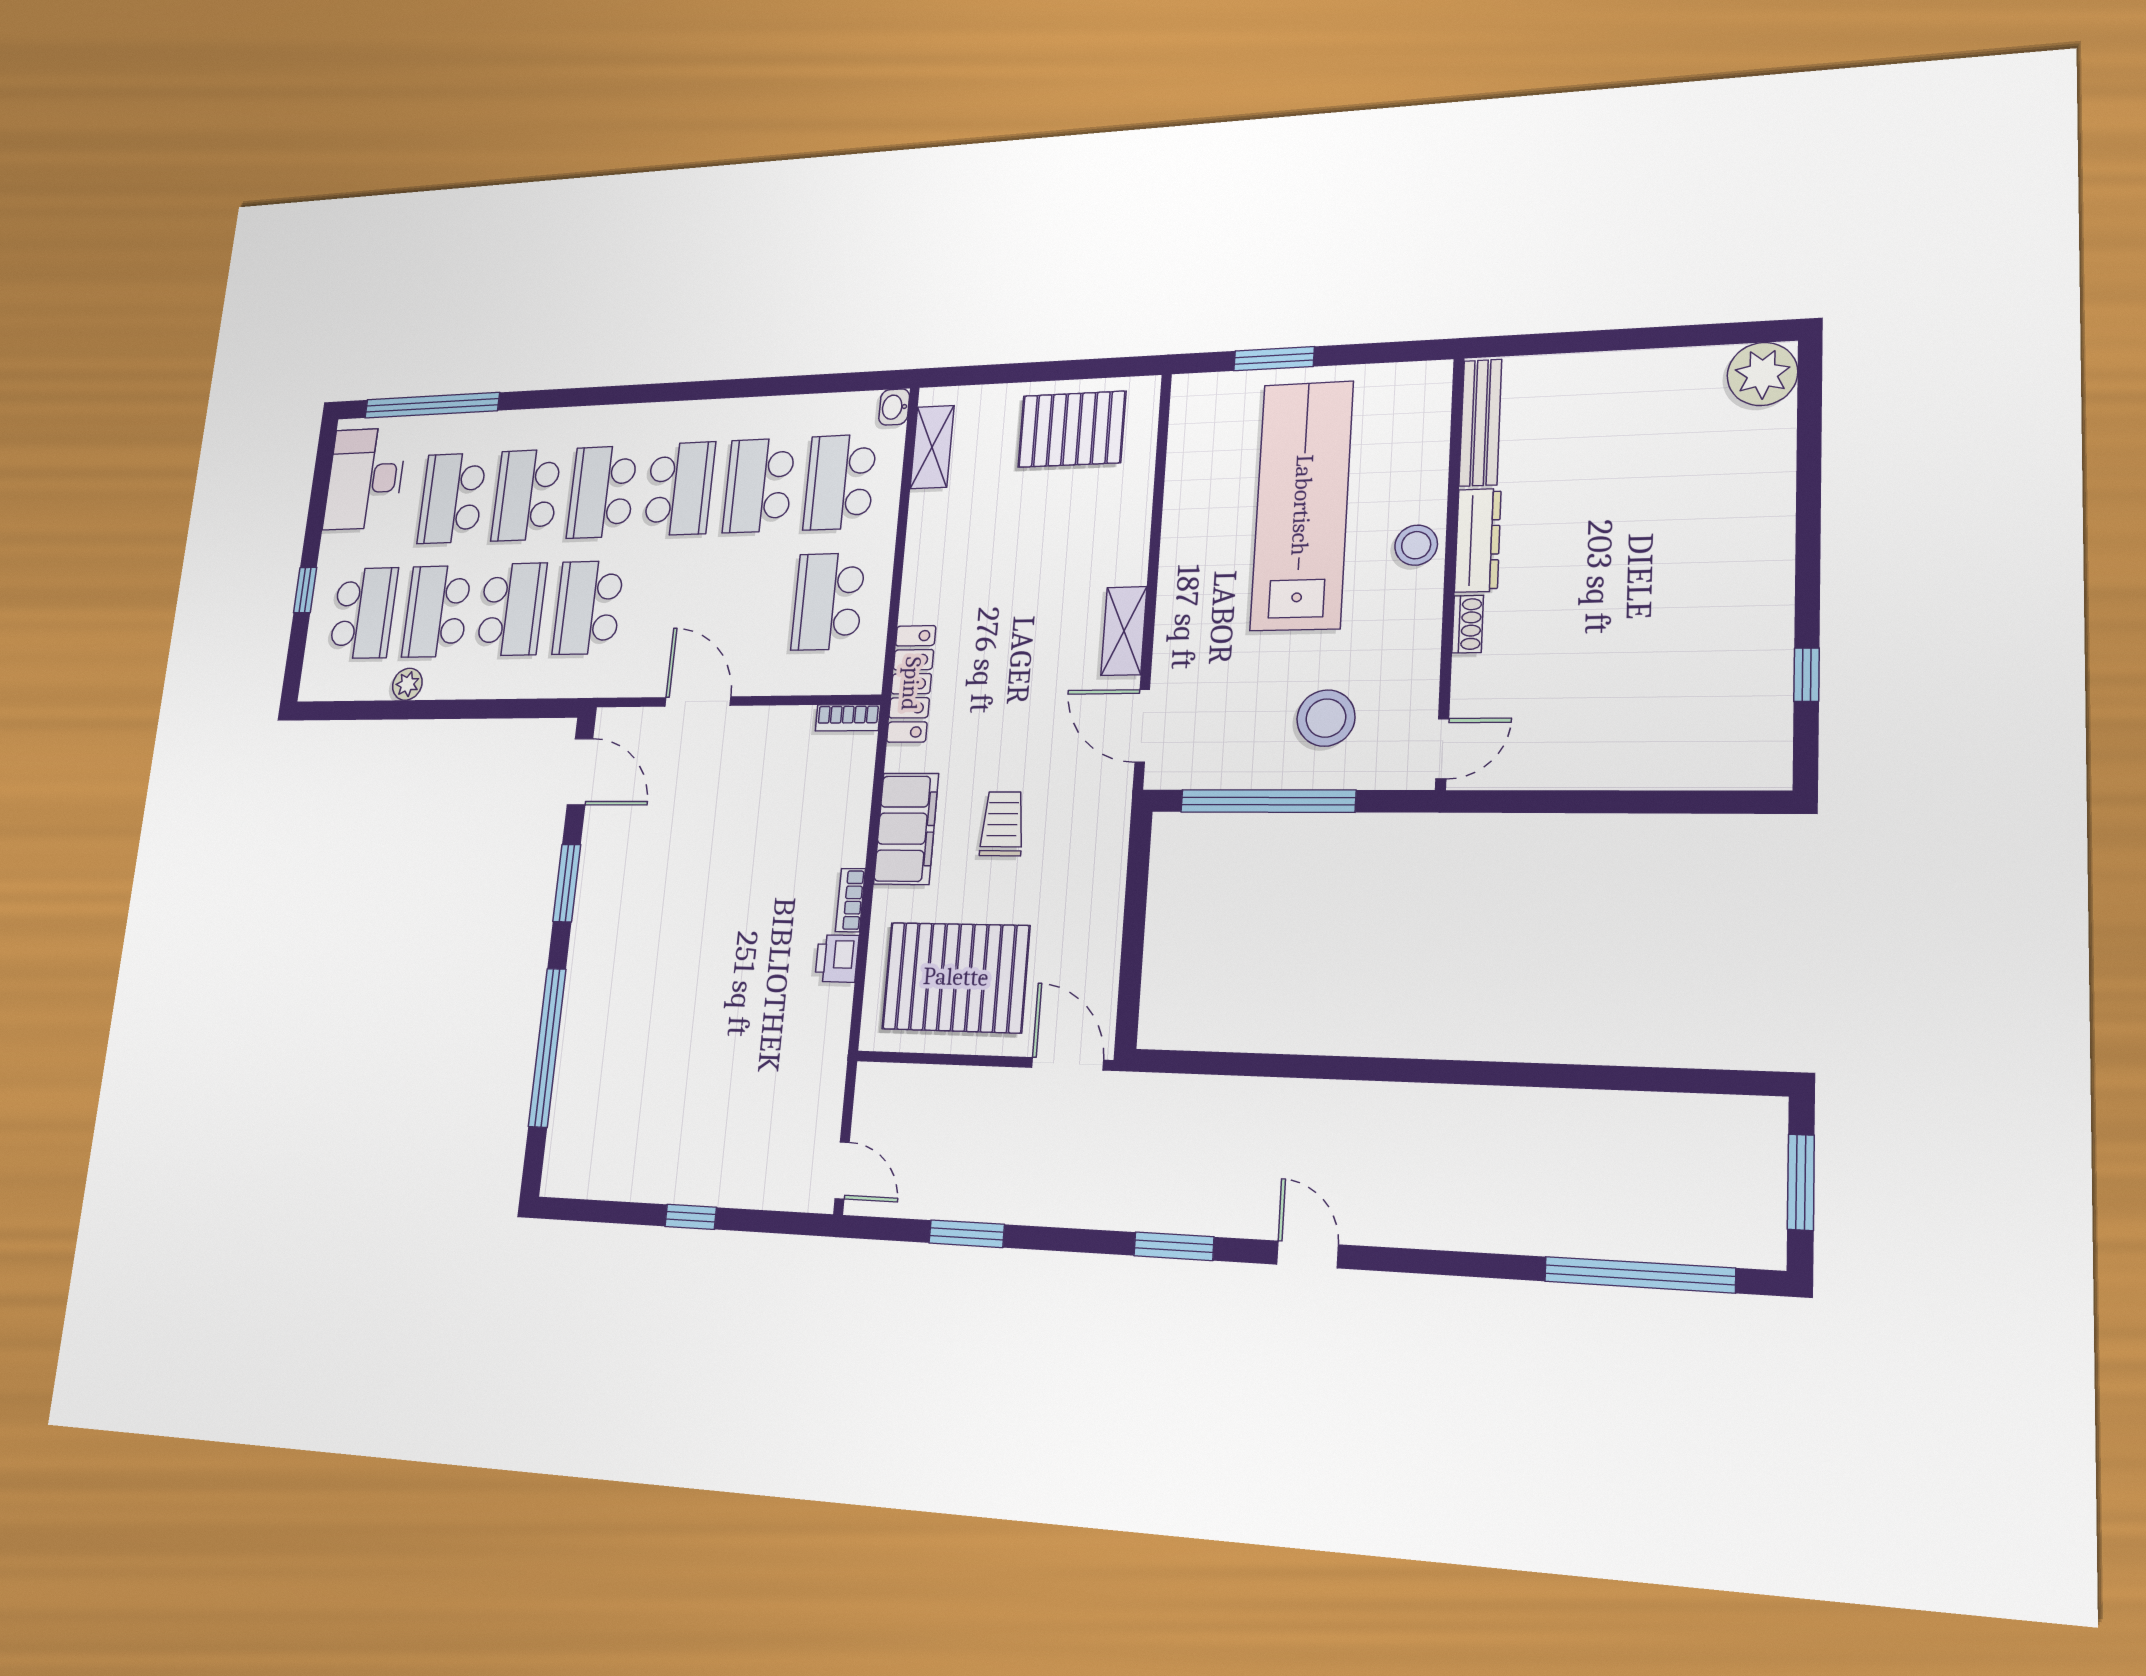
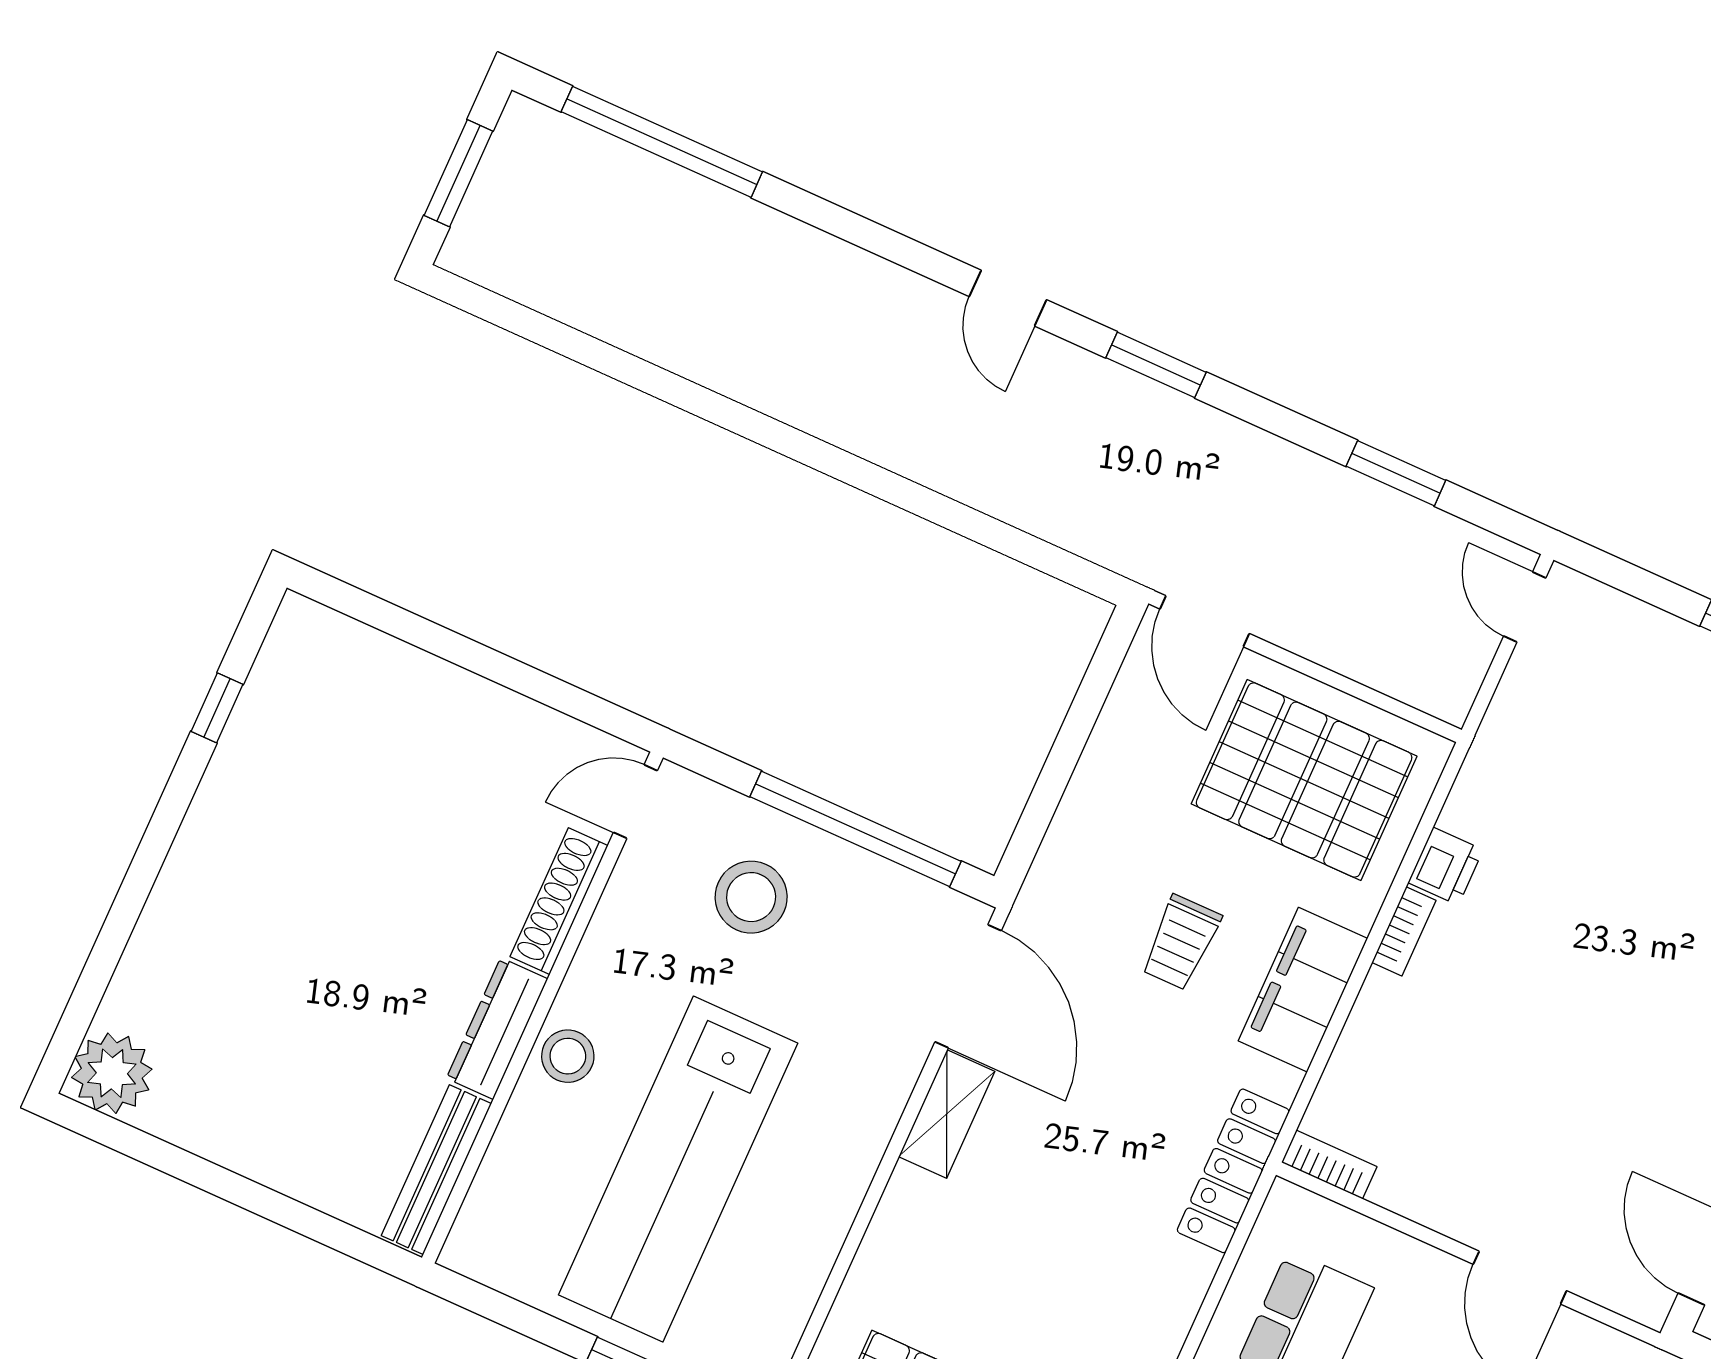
shoe rack: (1468, 624) -> (559, 901), width x1.94, depth x1.24
door: (1142, 726) -> (968, 986), width x1.36

